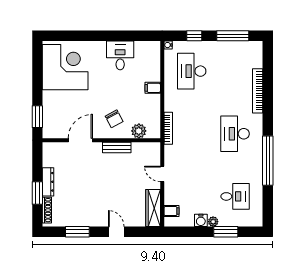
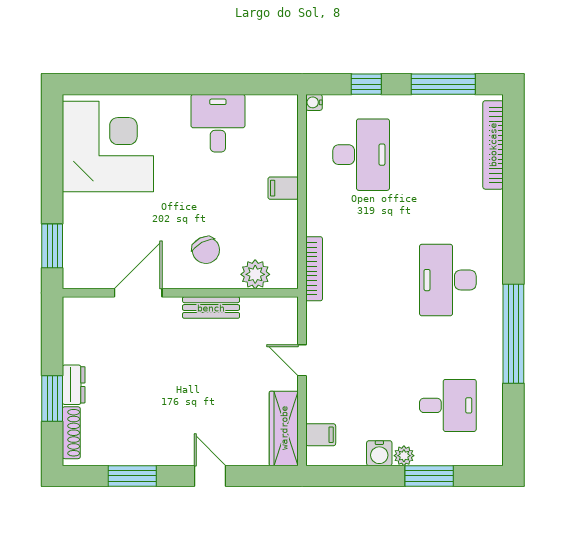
desk: (192, 71) -> (361, 155), turned 180
bookcase: (258, 91) -> (493, 145), moved
dresser: (48, 182) -> (74, 385), width x0.70

